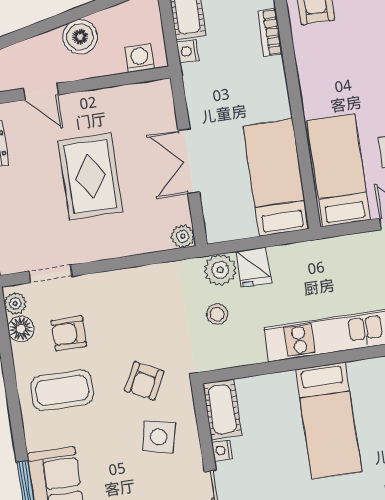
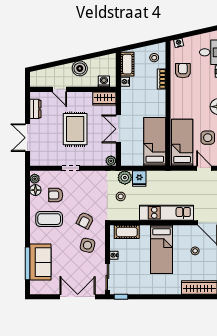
wardrobe: (147, 97) -> (104, 99), added
doorway: (50, 274) -> (71, 168), moved
cot: (222, 409) -> (127, 232), moved, turned 90

